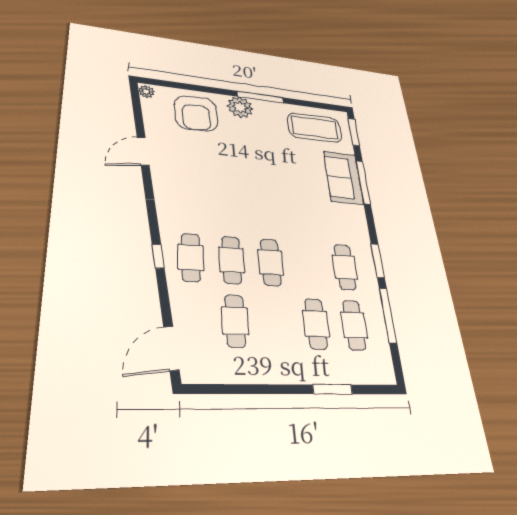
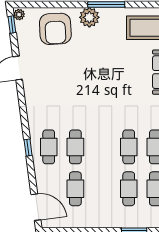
window: (136, 101) -> (12, 24), added
cafe table: (271, 262) -> (129, 147), moved
door: (171, 348) -> (36, 207), swing flipped

